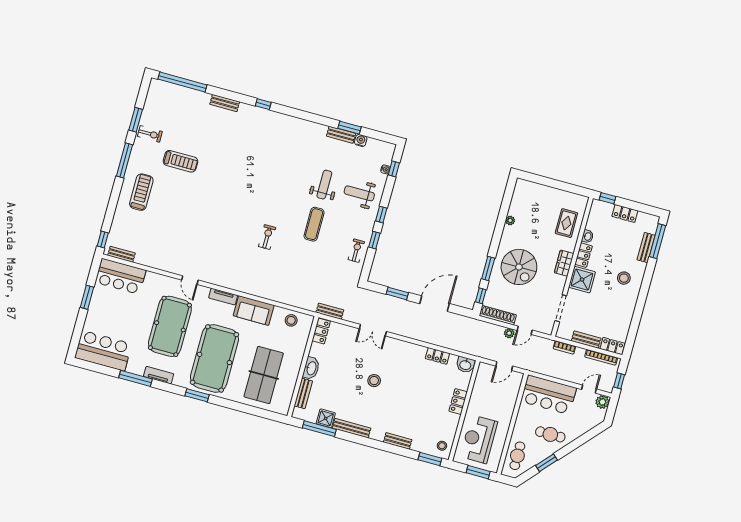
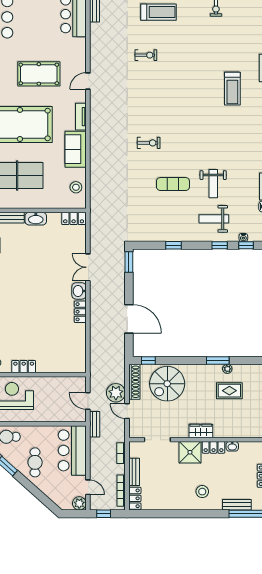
treadmill: (180, 161) -> (232, 89), moved
weight bench: (324, 185) -> (213, 184), turned 90
weight bench: (359, 193) -> (214, 219), turned -90
window: (381, 215) -> (220, 245), moved
rug: (566, 223) -> (229, 391), moved
exercise bike: (356, 251) -> (146, 55), moved
spiral stairs: (519, 267) -> (167, 384), moved
window: (488, 269) -> (218, 361), moved
window: (397, 293) -> (129, 262), moved
bench: (330, 311) -> (95, 424), moved
pool table: (170, 326) -> (39, 74), width x0.73, depth x0.76
plant: (509, 333) -> (116, 393), width x1.88, depth x1.88
locker: (437, 356) -> (80, 312), moved
washbasin: (465, 365) -> (79, 291), moved
stool: (374, 381) -> (40, 281), removed
locker: (458, 401) -> (24, 367), moved

